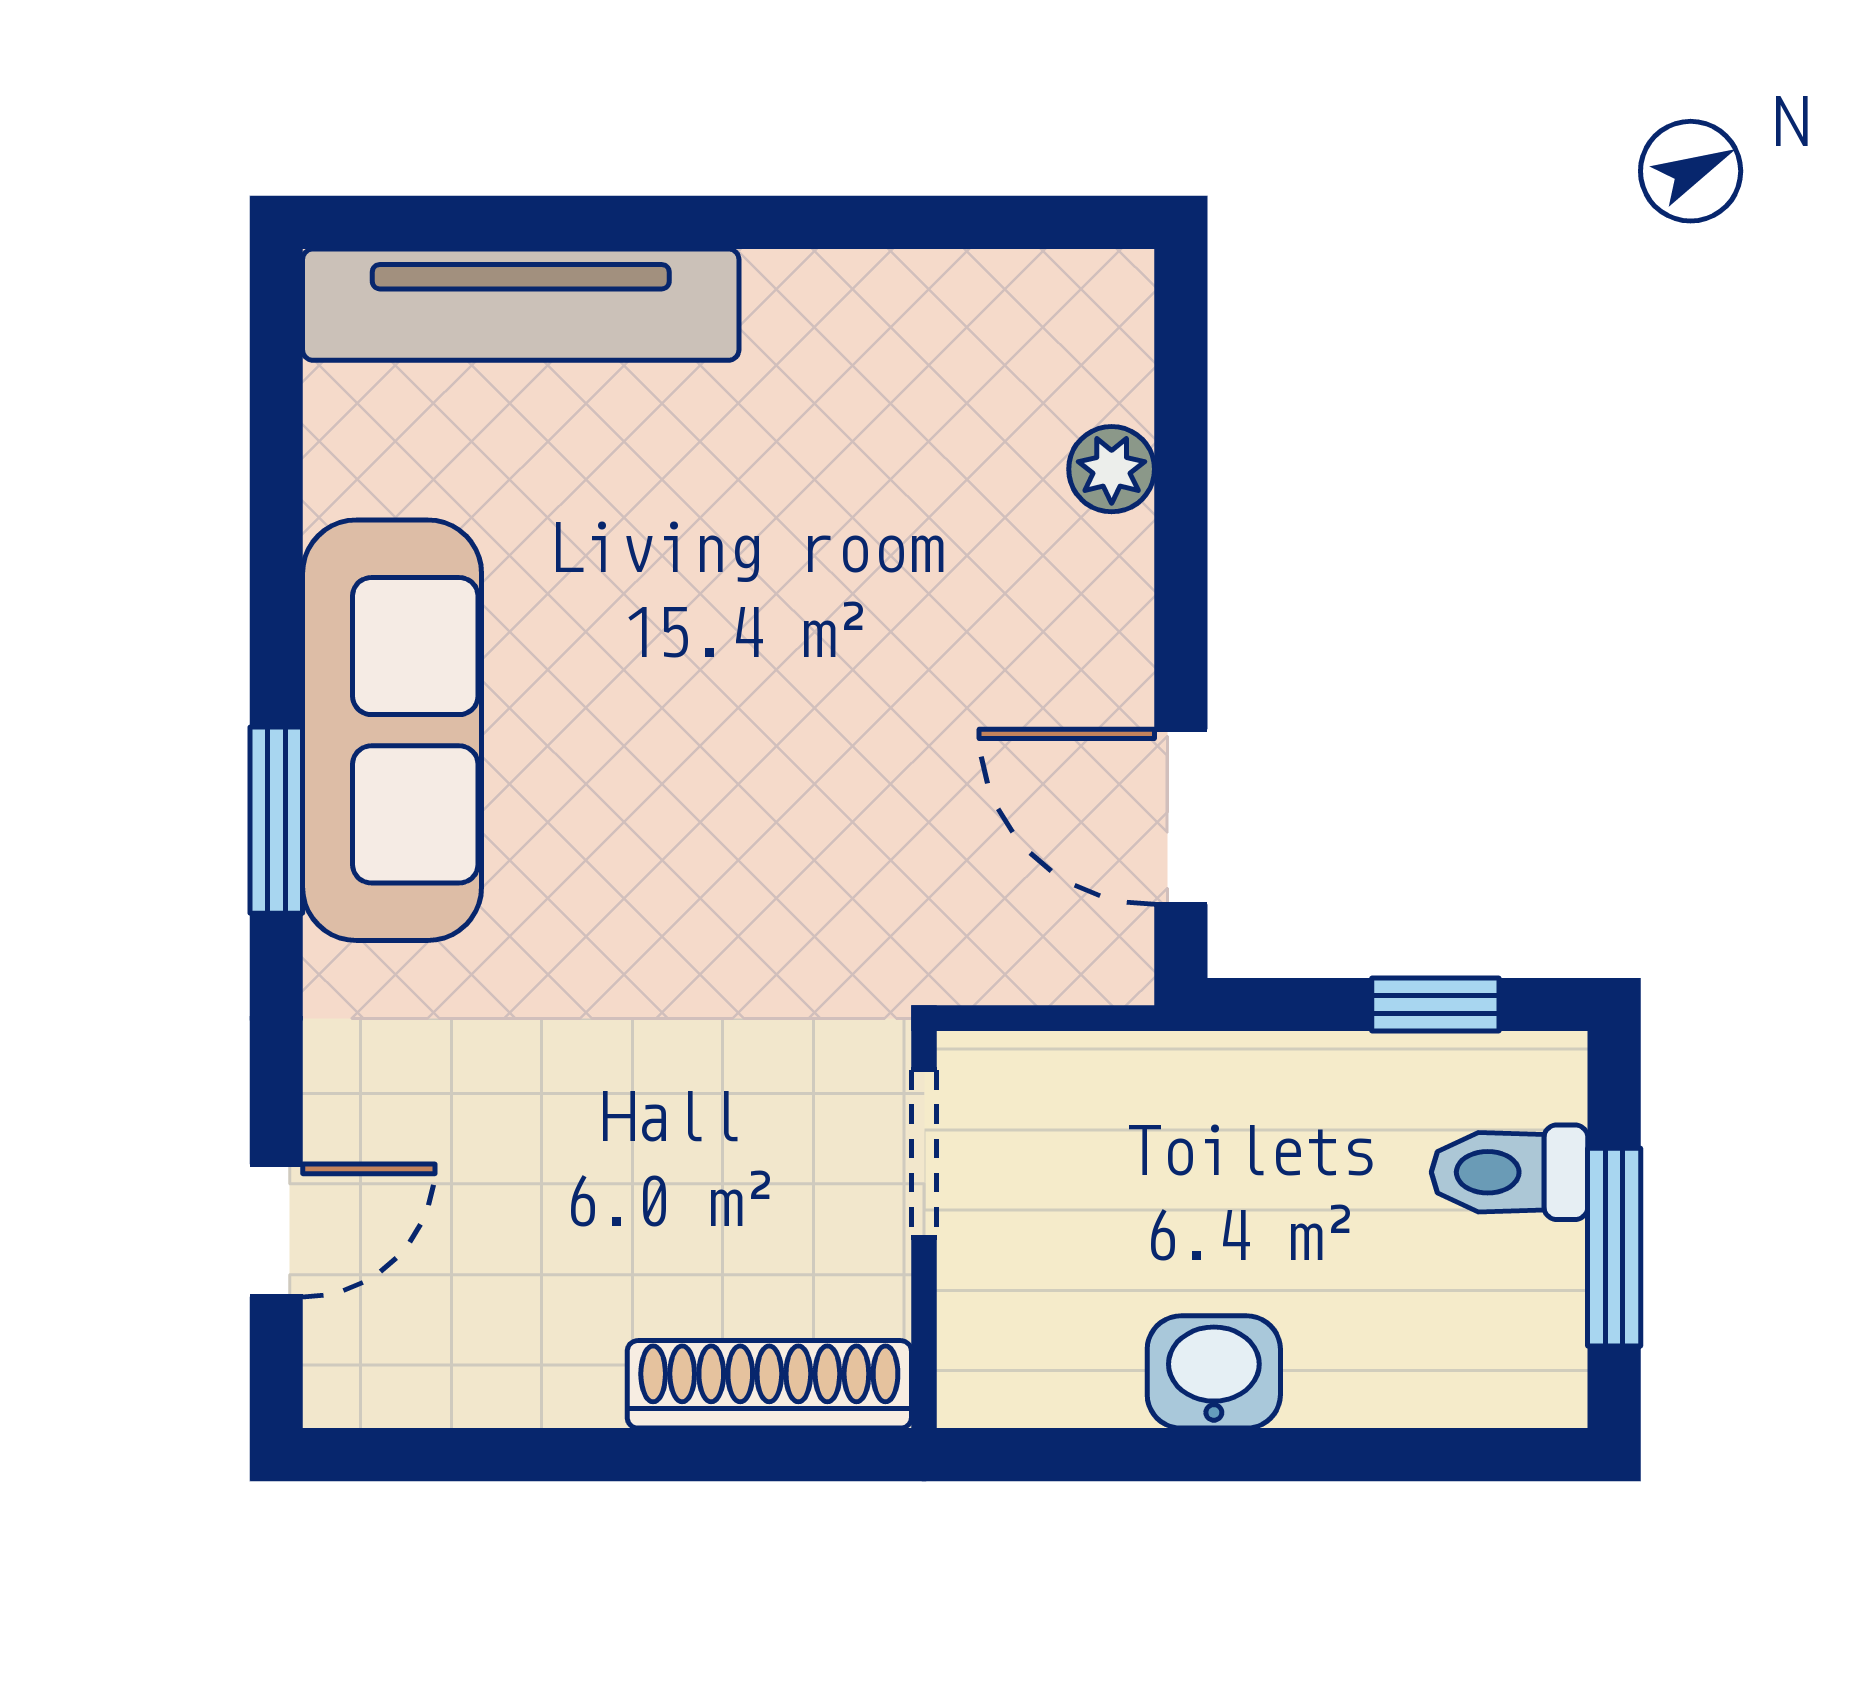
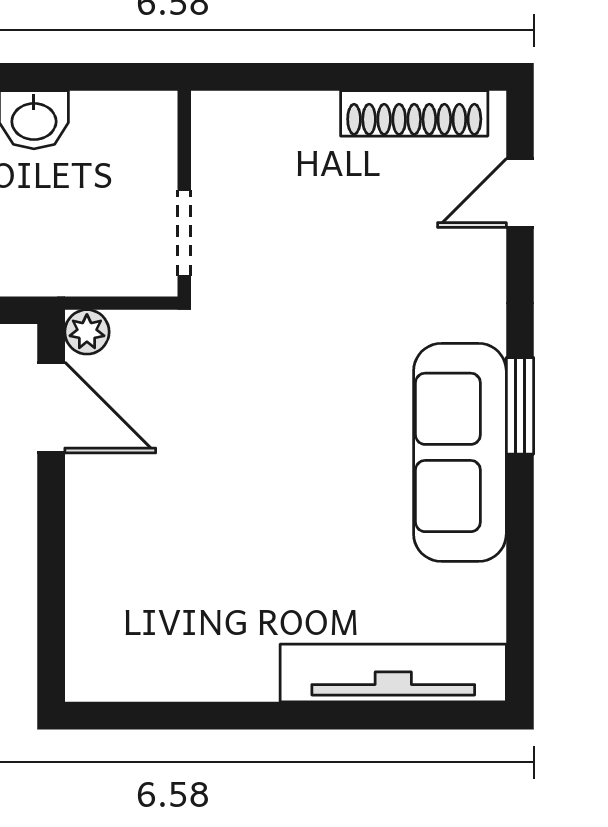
plant: (1112, 469) -> (87, 332), moved
shoe rack: (769, 1384) -> (414, 113), moved

